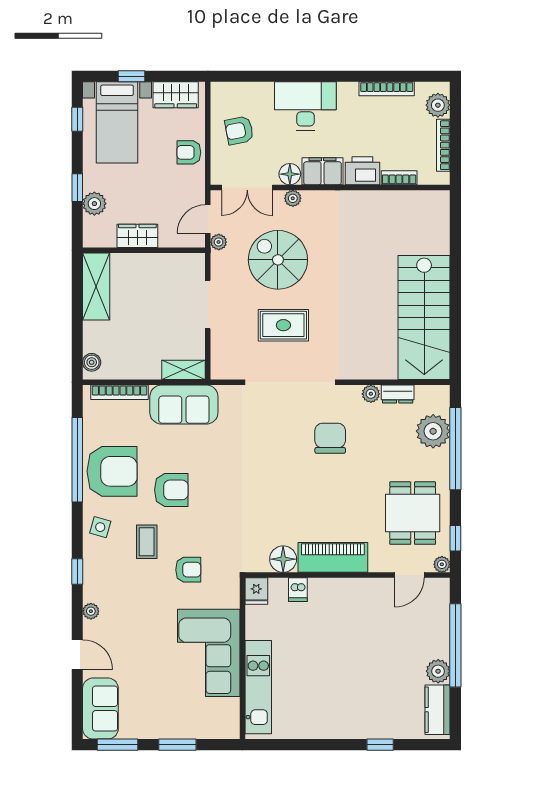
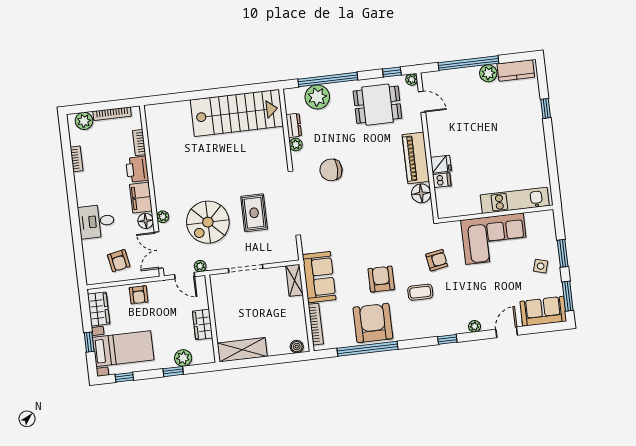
bookcase: (387, 89) -> (77, 159), width x0.64
desk: (305, 106) -> (96, 221), width x0.73
double door: (247, 187) -> (159, 250), swing flipped
side table: (100, 527) -> (541, 266), moved
armchair: (188, 570) -> (437, 260), turned 80
fridge: (256, 591) -> (441, 164), moved

